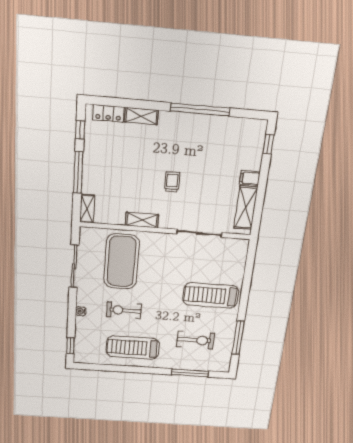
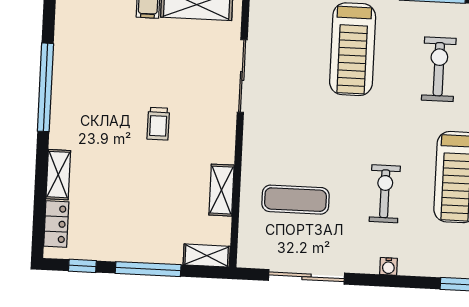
trolley: (172, 182) -> (158, 124), turned -90
shelving: (142, 220) -> (222, 190), moved
exercise mat: (121, 262) -> (296, 200), width x0.50, depth x0.69
exercise bike: (124, 310) -> (385, 194), turned 180

